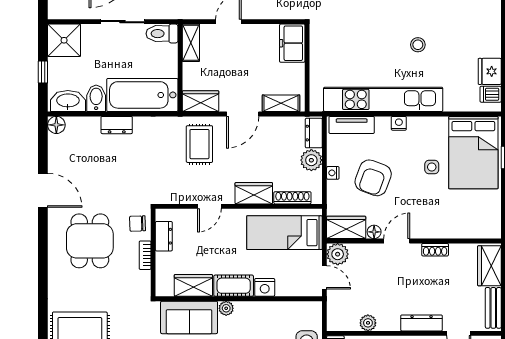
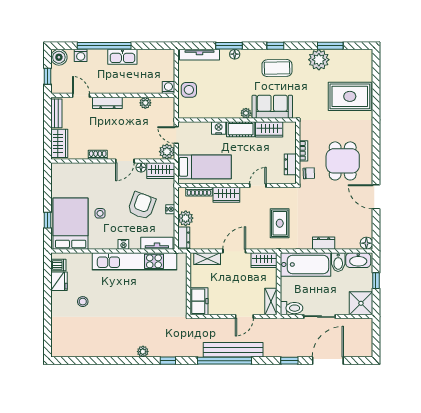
stool: (418, 45) -> (83, 302), moved
rug: (199, 144) -> (280, 223), moved

